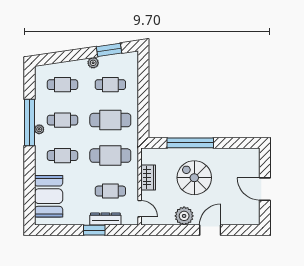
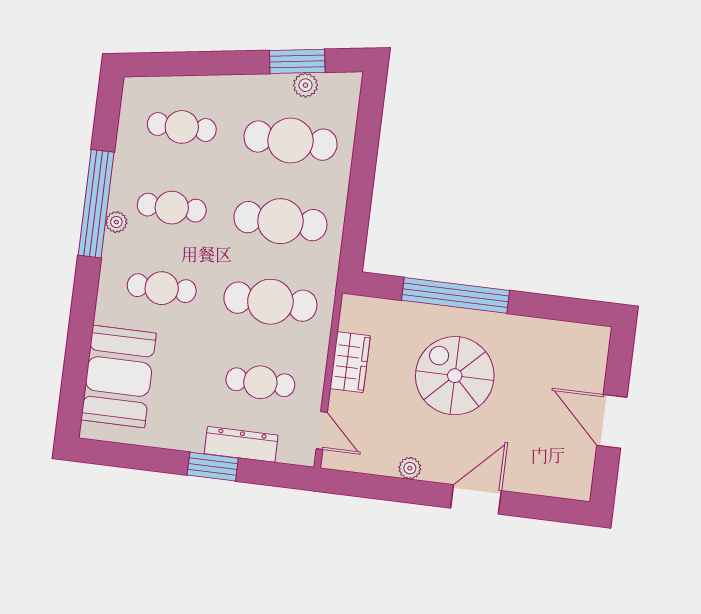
plant: (93, 63) -> (305, 85), moved
cafe table: (110, 85) -> (290, 141), width x1.37, depth x1.35
plant: (184, 216) -> (410, 468), width x0.53, depth x0.53

